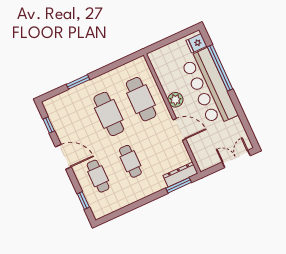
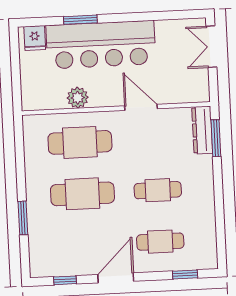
window: (220, 68) -> (80, 20), width x0.47
plant: (175, 100) -> (78, 98), moved
door: (179, 129) -> (141, 107), hinge flipped

